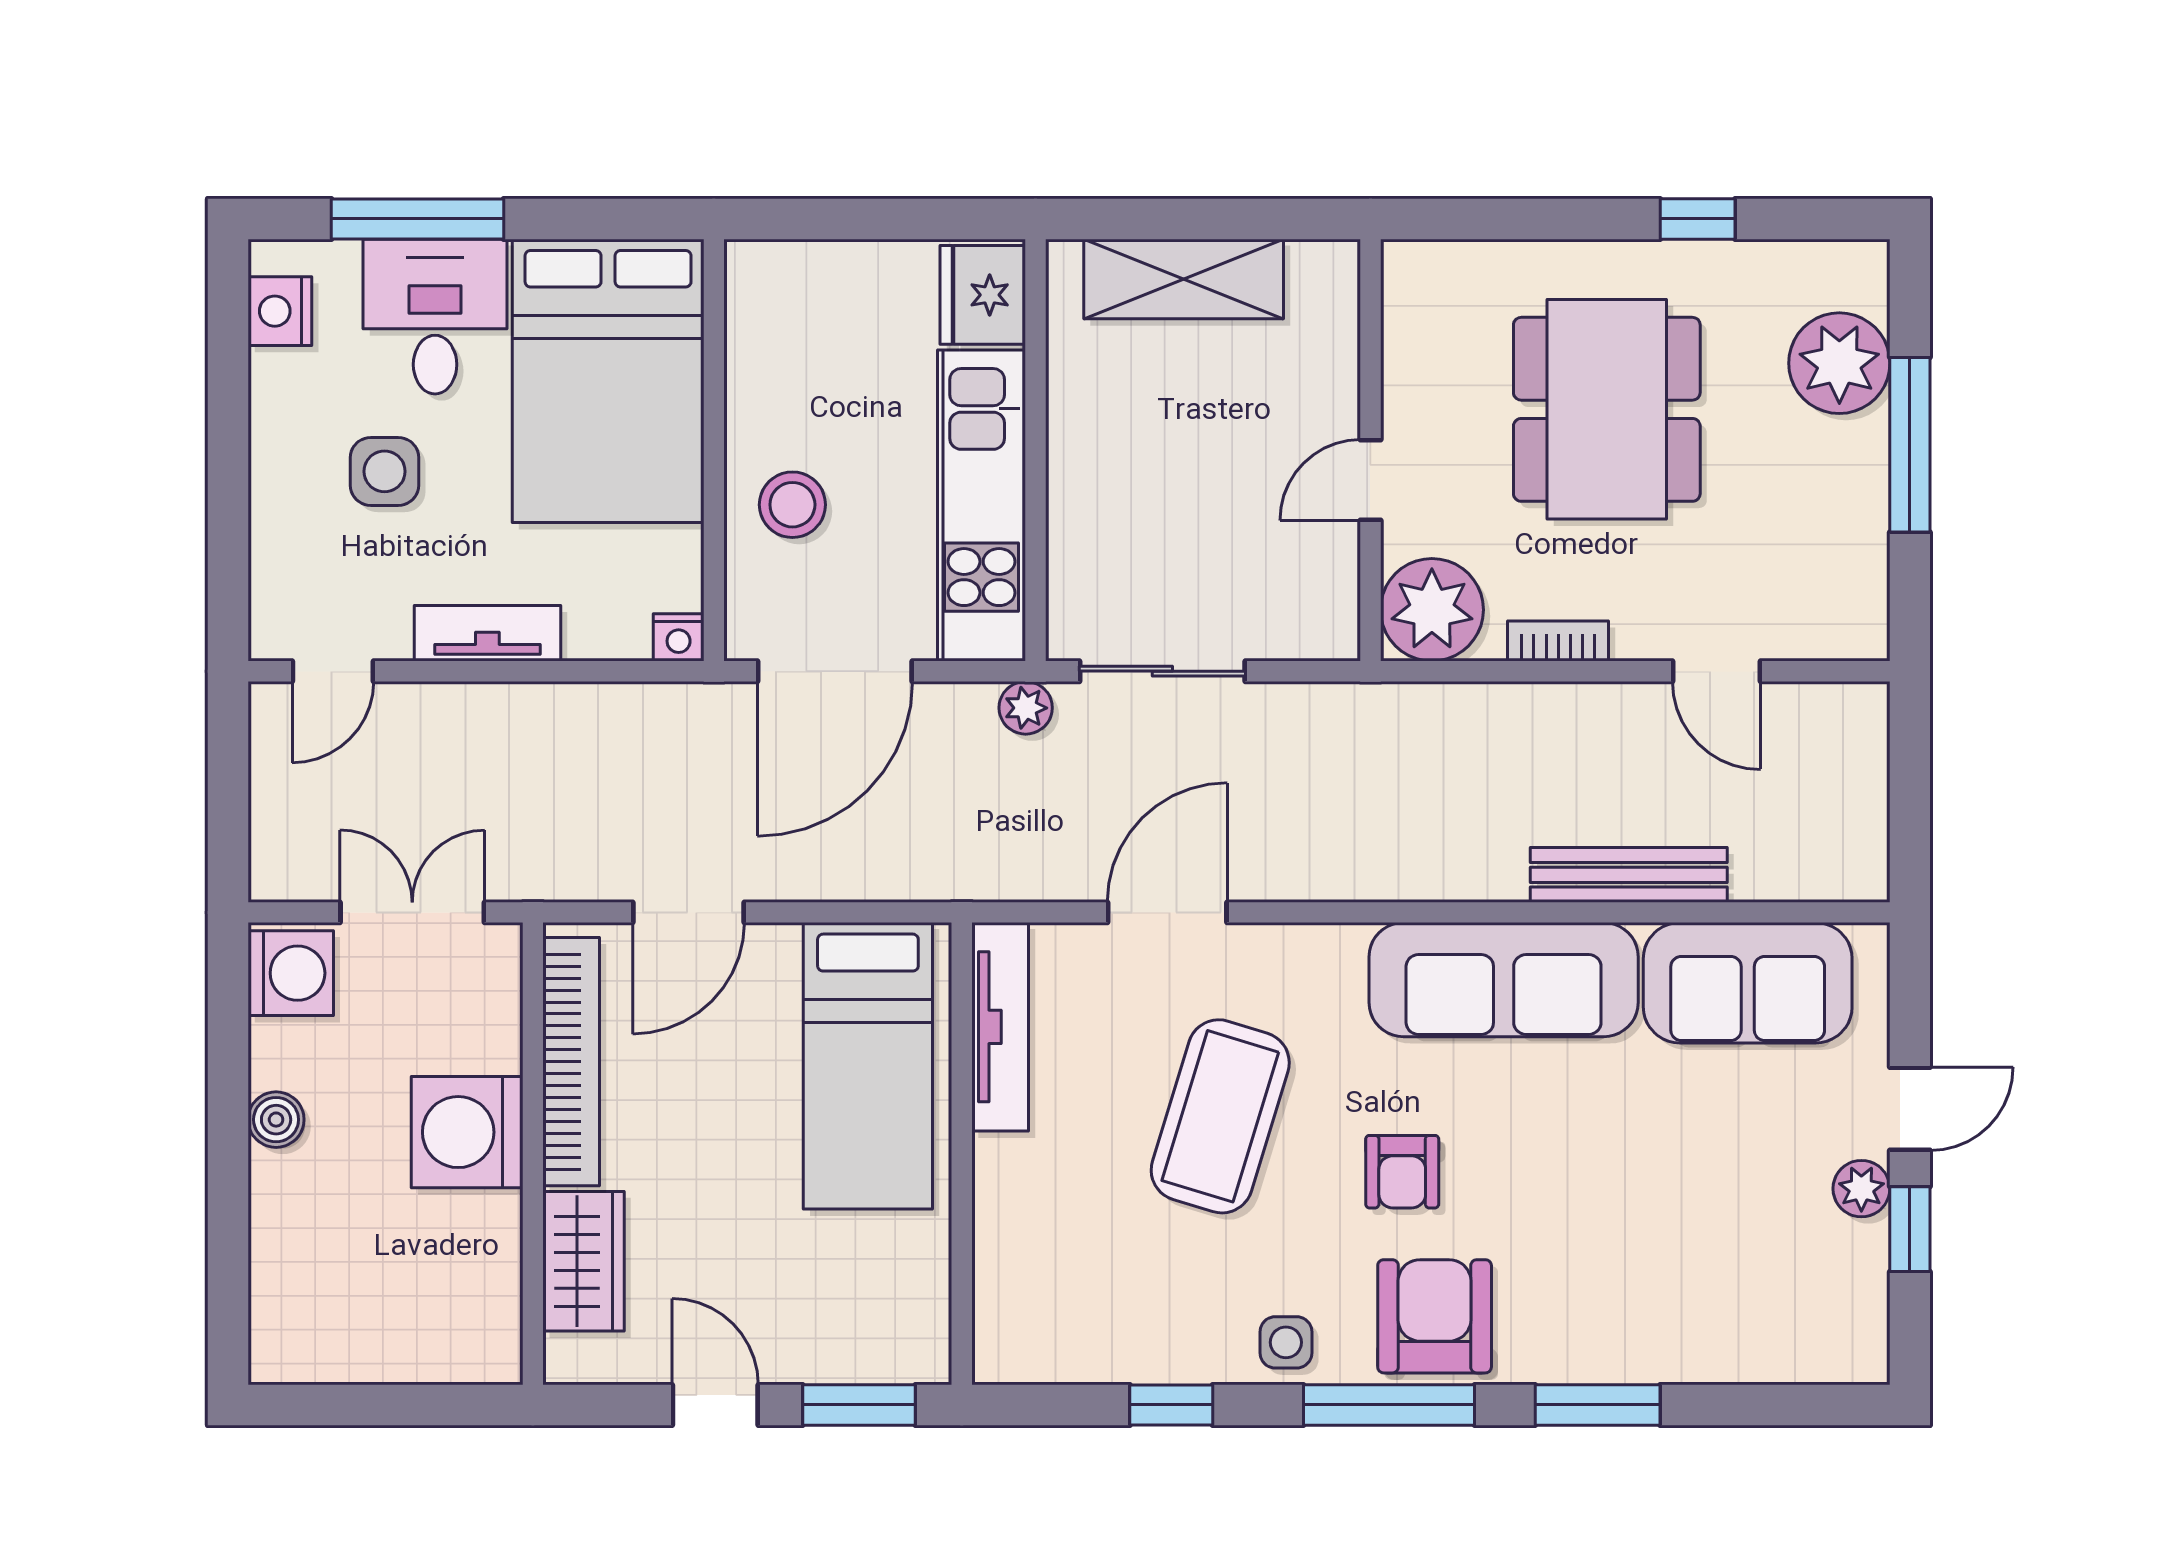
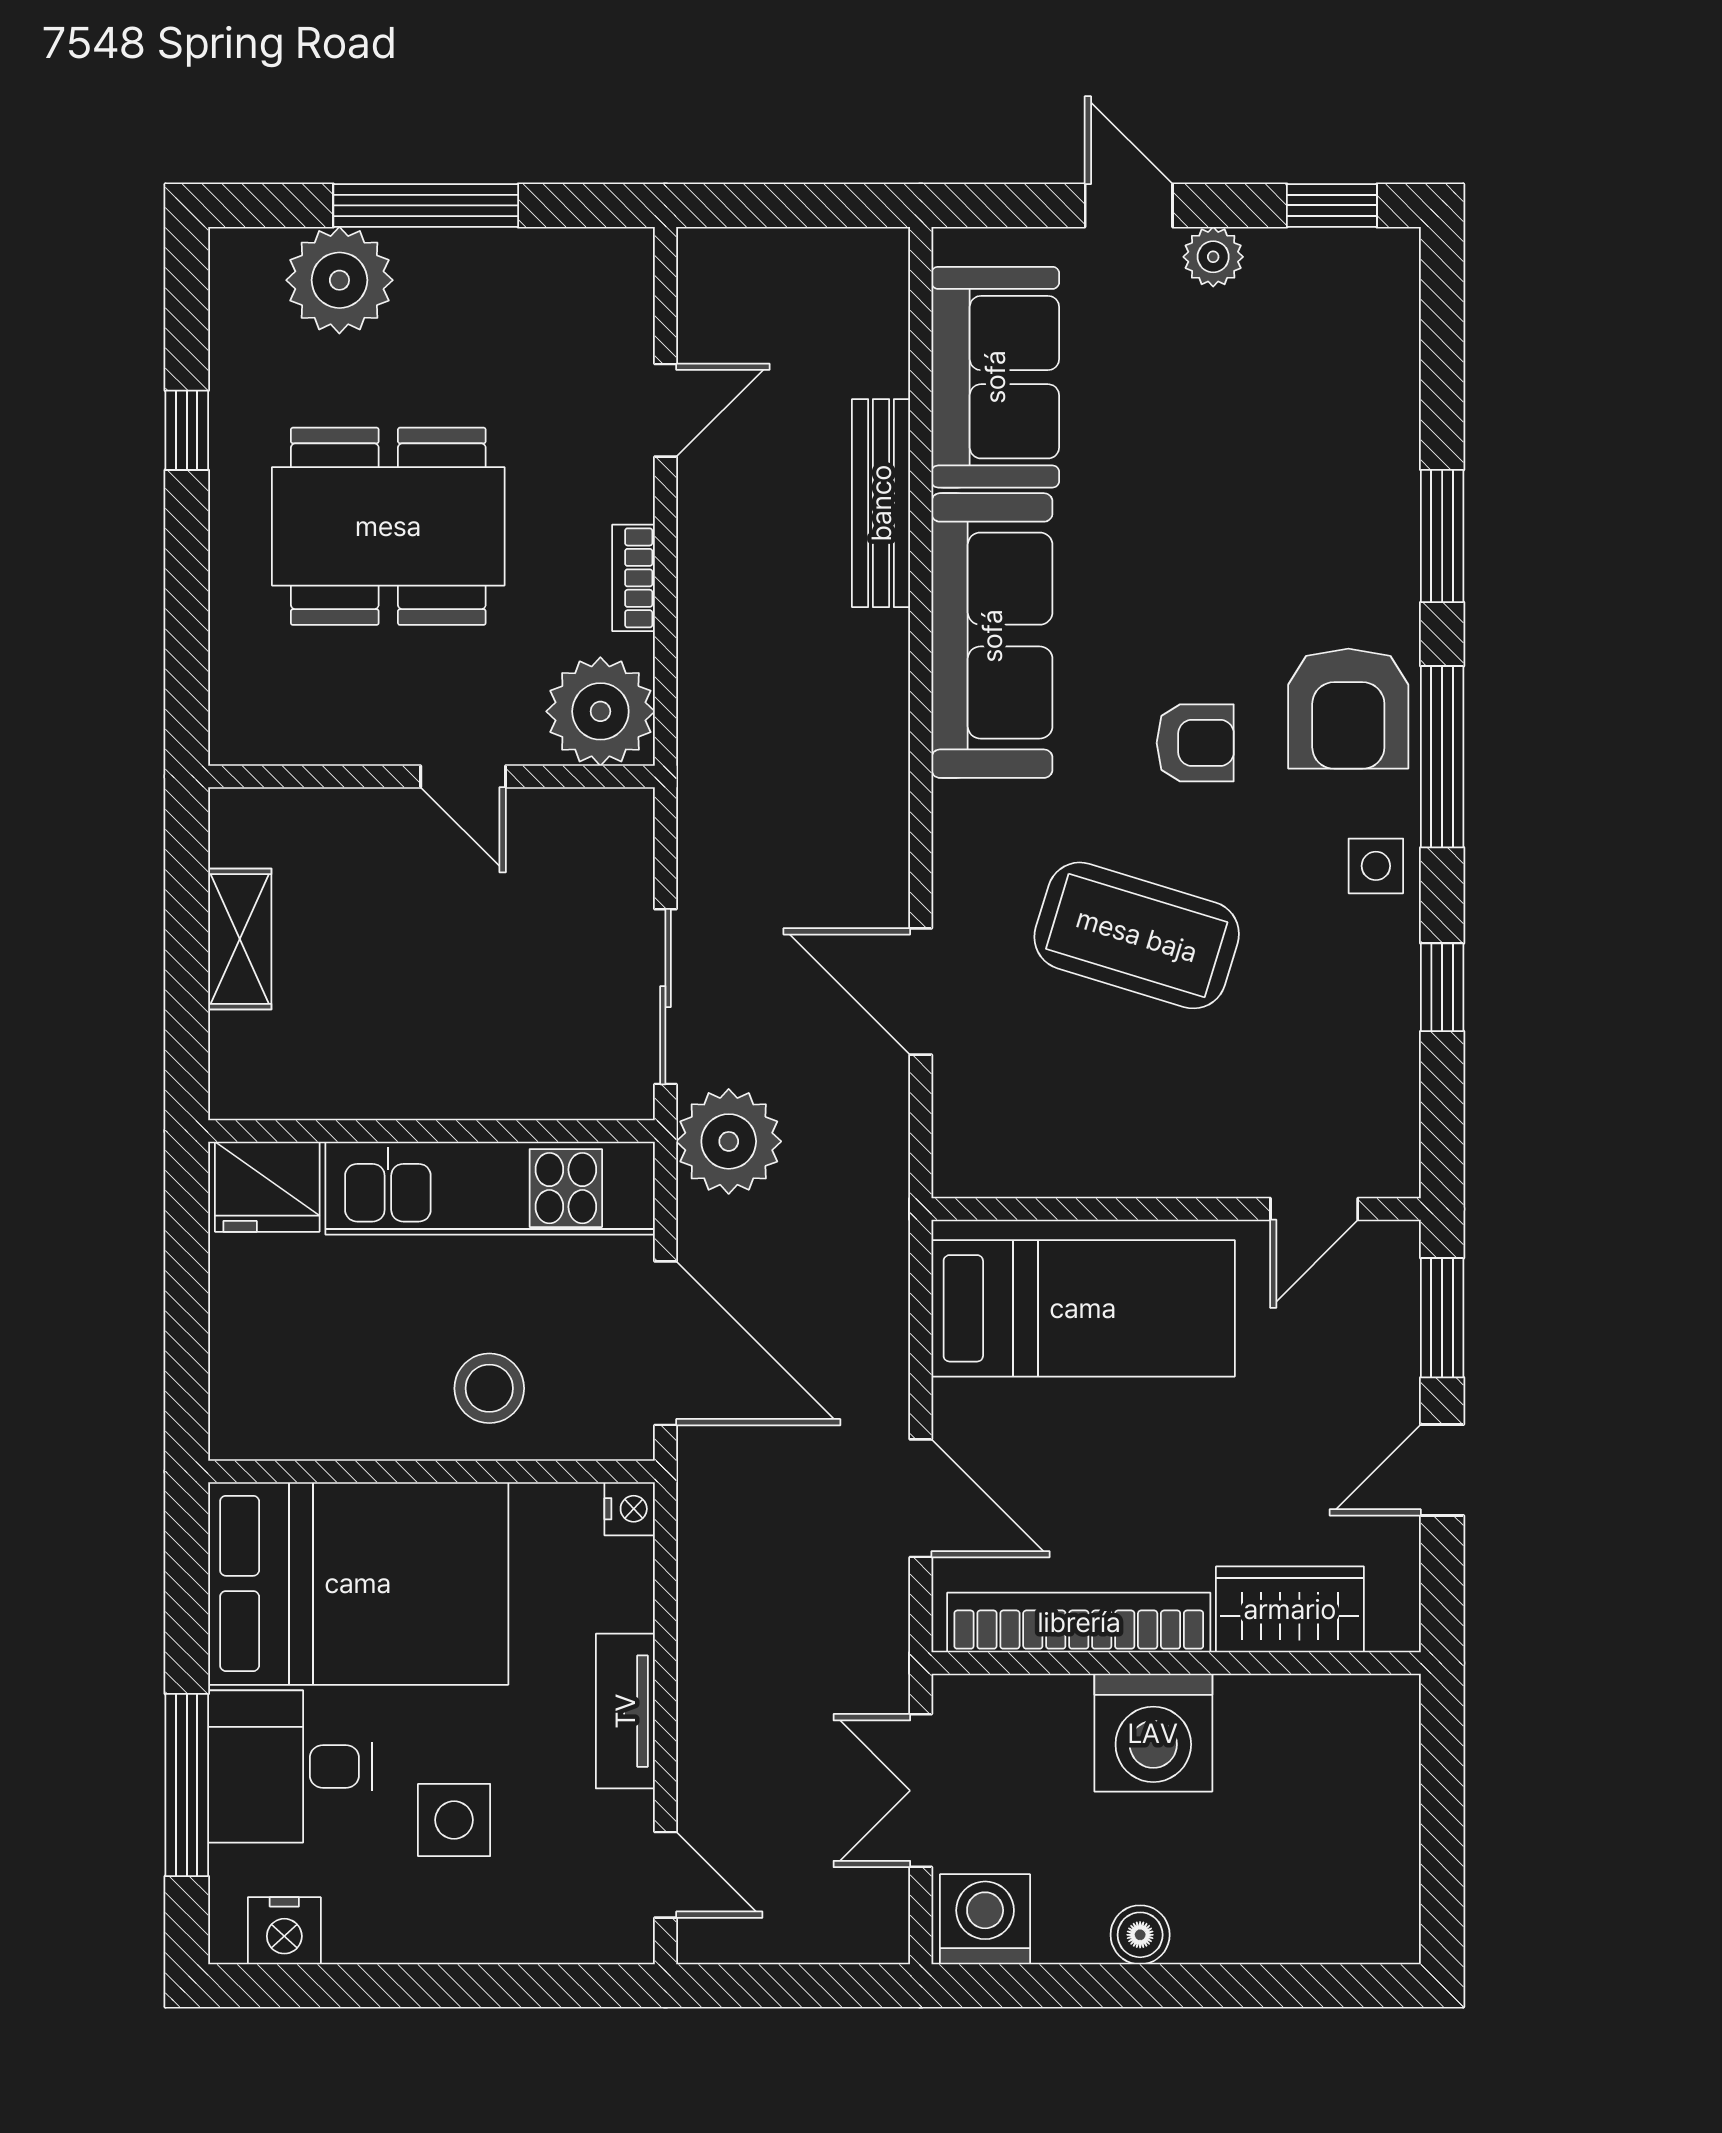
shelving: (1184, 279) -> (240, 939), width x0.67, depth x0.75
plant: (1026, 708) -> (729, 1141), width x1.88, depth x1.88
tv unit: (1000, 1027) -> (1042, 1168), removed
window: (1910, 1229) -> (1332, 205), moved
door: (962, 1284) -> (1314, 1209), added
armchair: (1435, 1316) -> (1348, 709), turned -90

